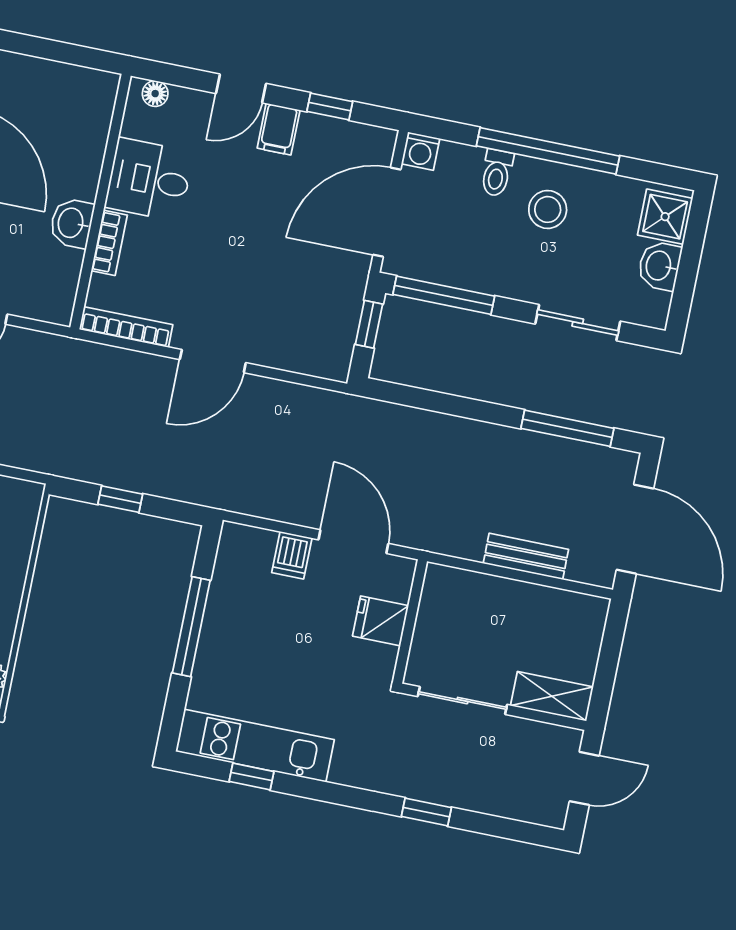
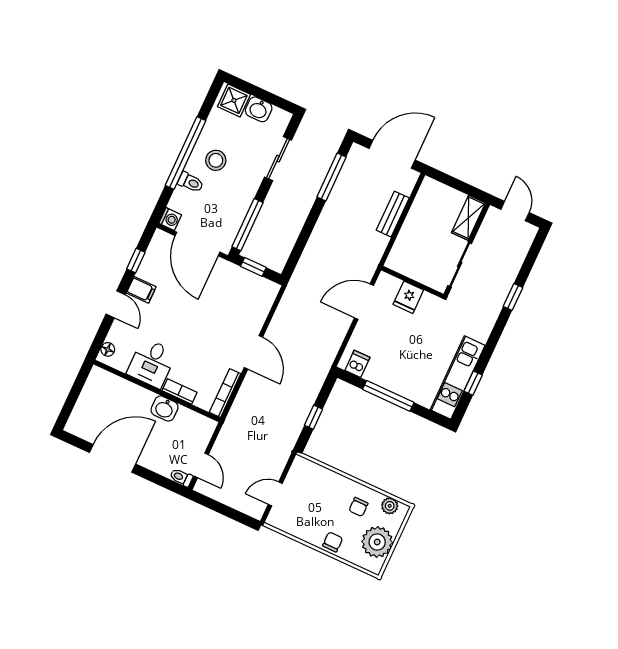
dishwasher: (292, 555) -> (357, 364), moved, turned -90

